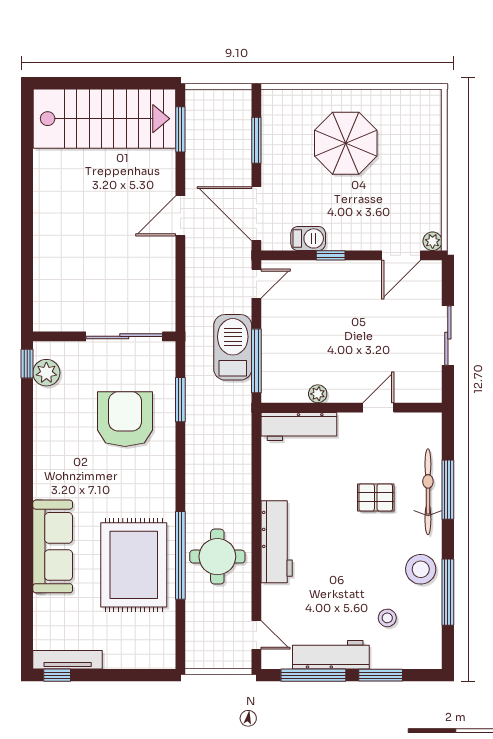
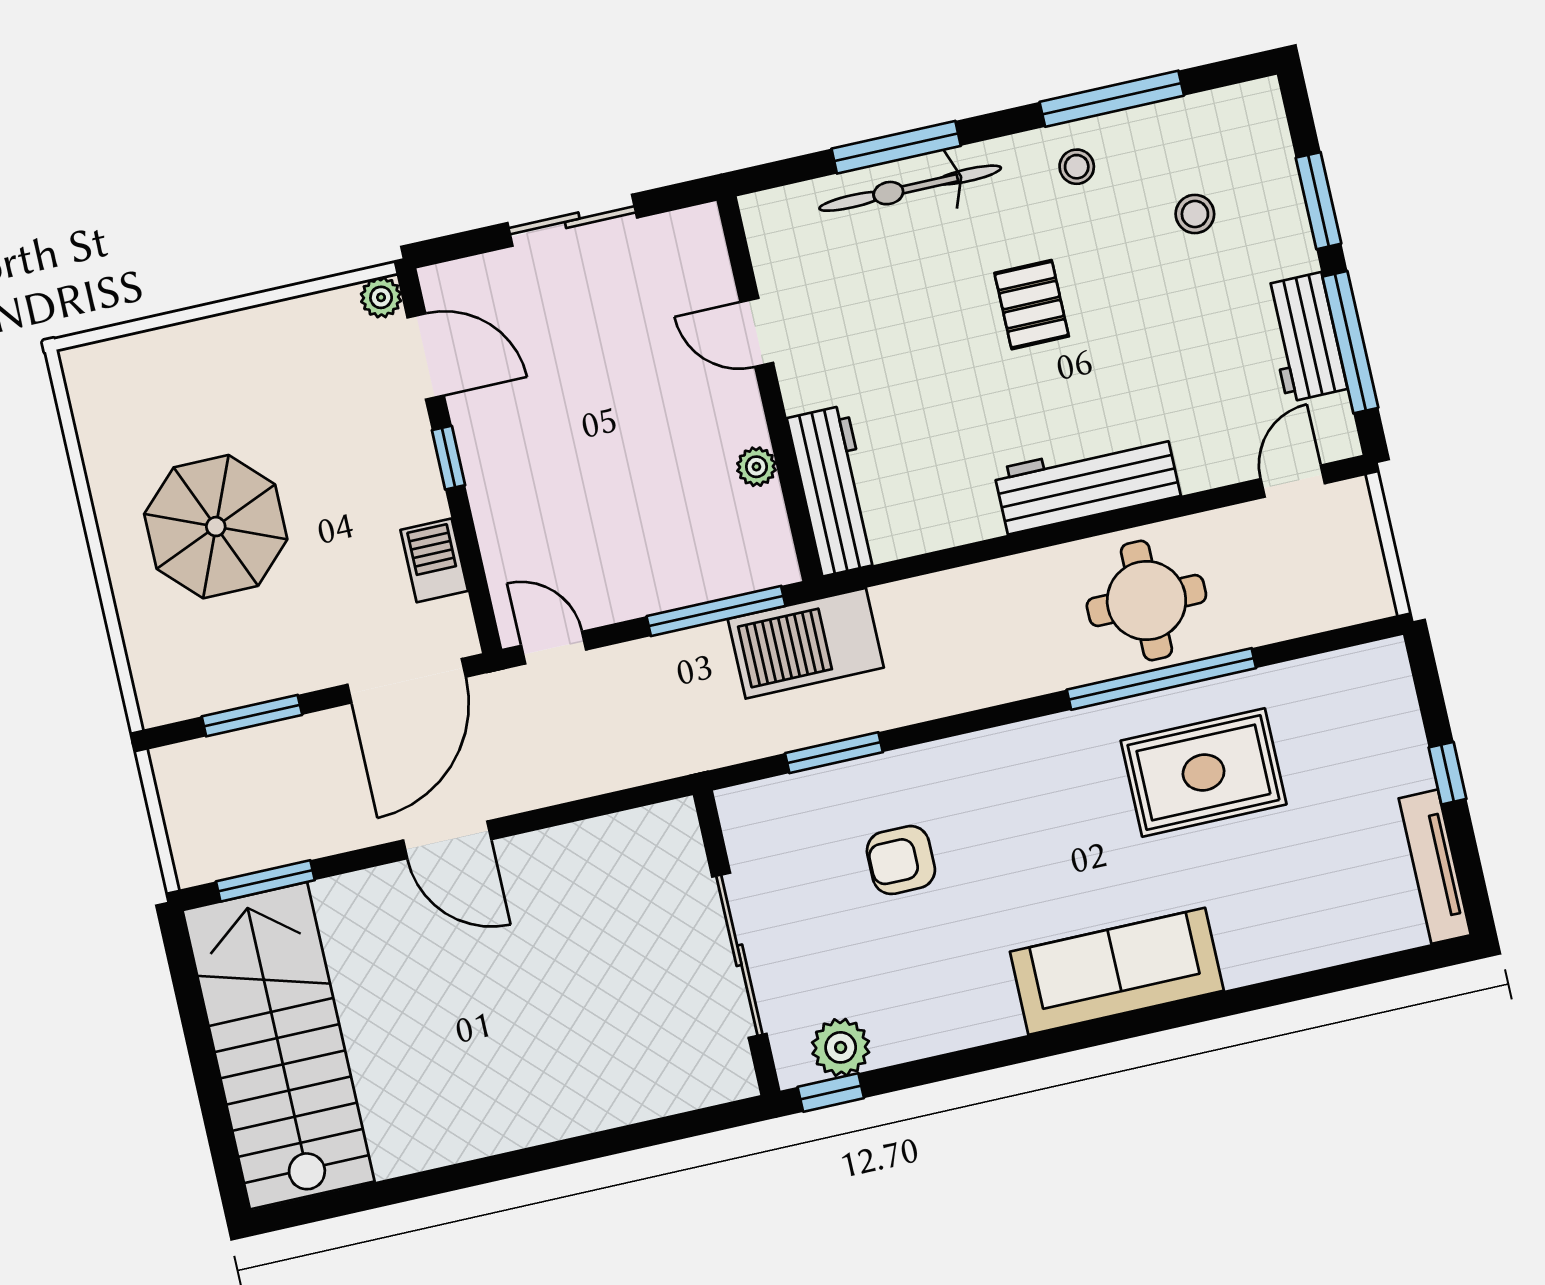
window: (331, 255) -> (449, 458), moved
sliding door: (124, 336) -> (739, 955), moved
barbecue: (233, 347) -> (806, 643), moved
armchair: (125, 419) -> (901, 860), width x0.53, depth x0.53
pallet: (376, 497) -> (1032, 305), moved
sofa: (53, 546) -> (1117, 971), moved
rug: (134, 565) -> (1204, 772), width x0.73, depth x0.69
stool: (421, 569) -> (1077, 167), width x0.53, depth x0.53
workbench: (331, 655) -> (1304, 337), width x0.73
window: (57, 675) -> (1448, 773), moved

